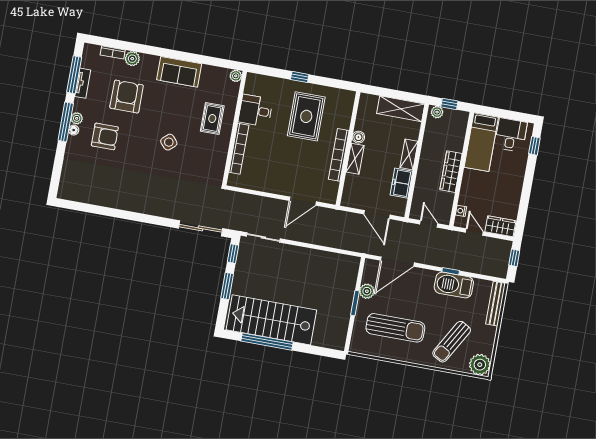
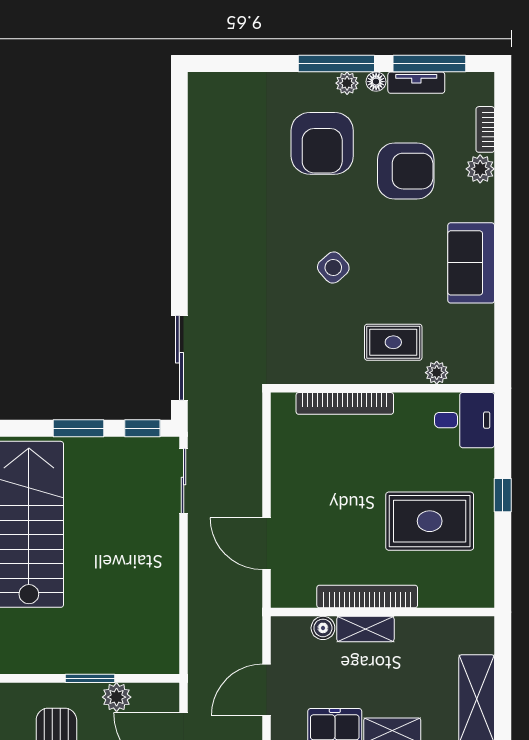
plant: (236, 76) -> (437, 373), moved
desk: (256, 111) -> (465, 420), moved, turned 90
floor lamp: (74, 130) -> (376, 82), moved
armchair: (105, 136) -> (322, 143), width x1.36, depth x1.36
boiler: (358, 137) -> (323, 628), moved

